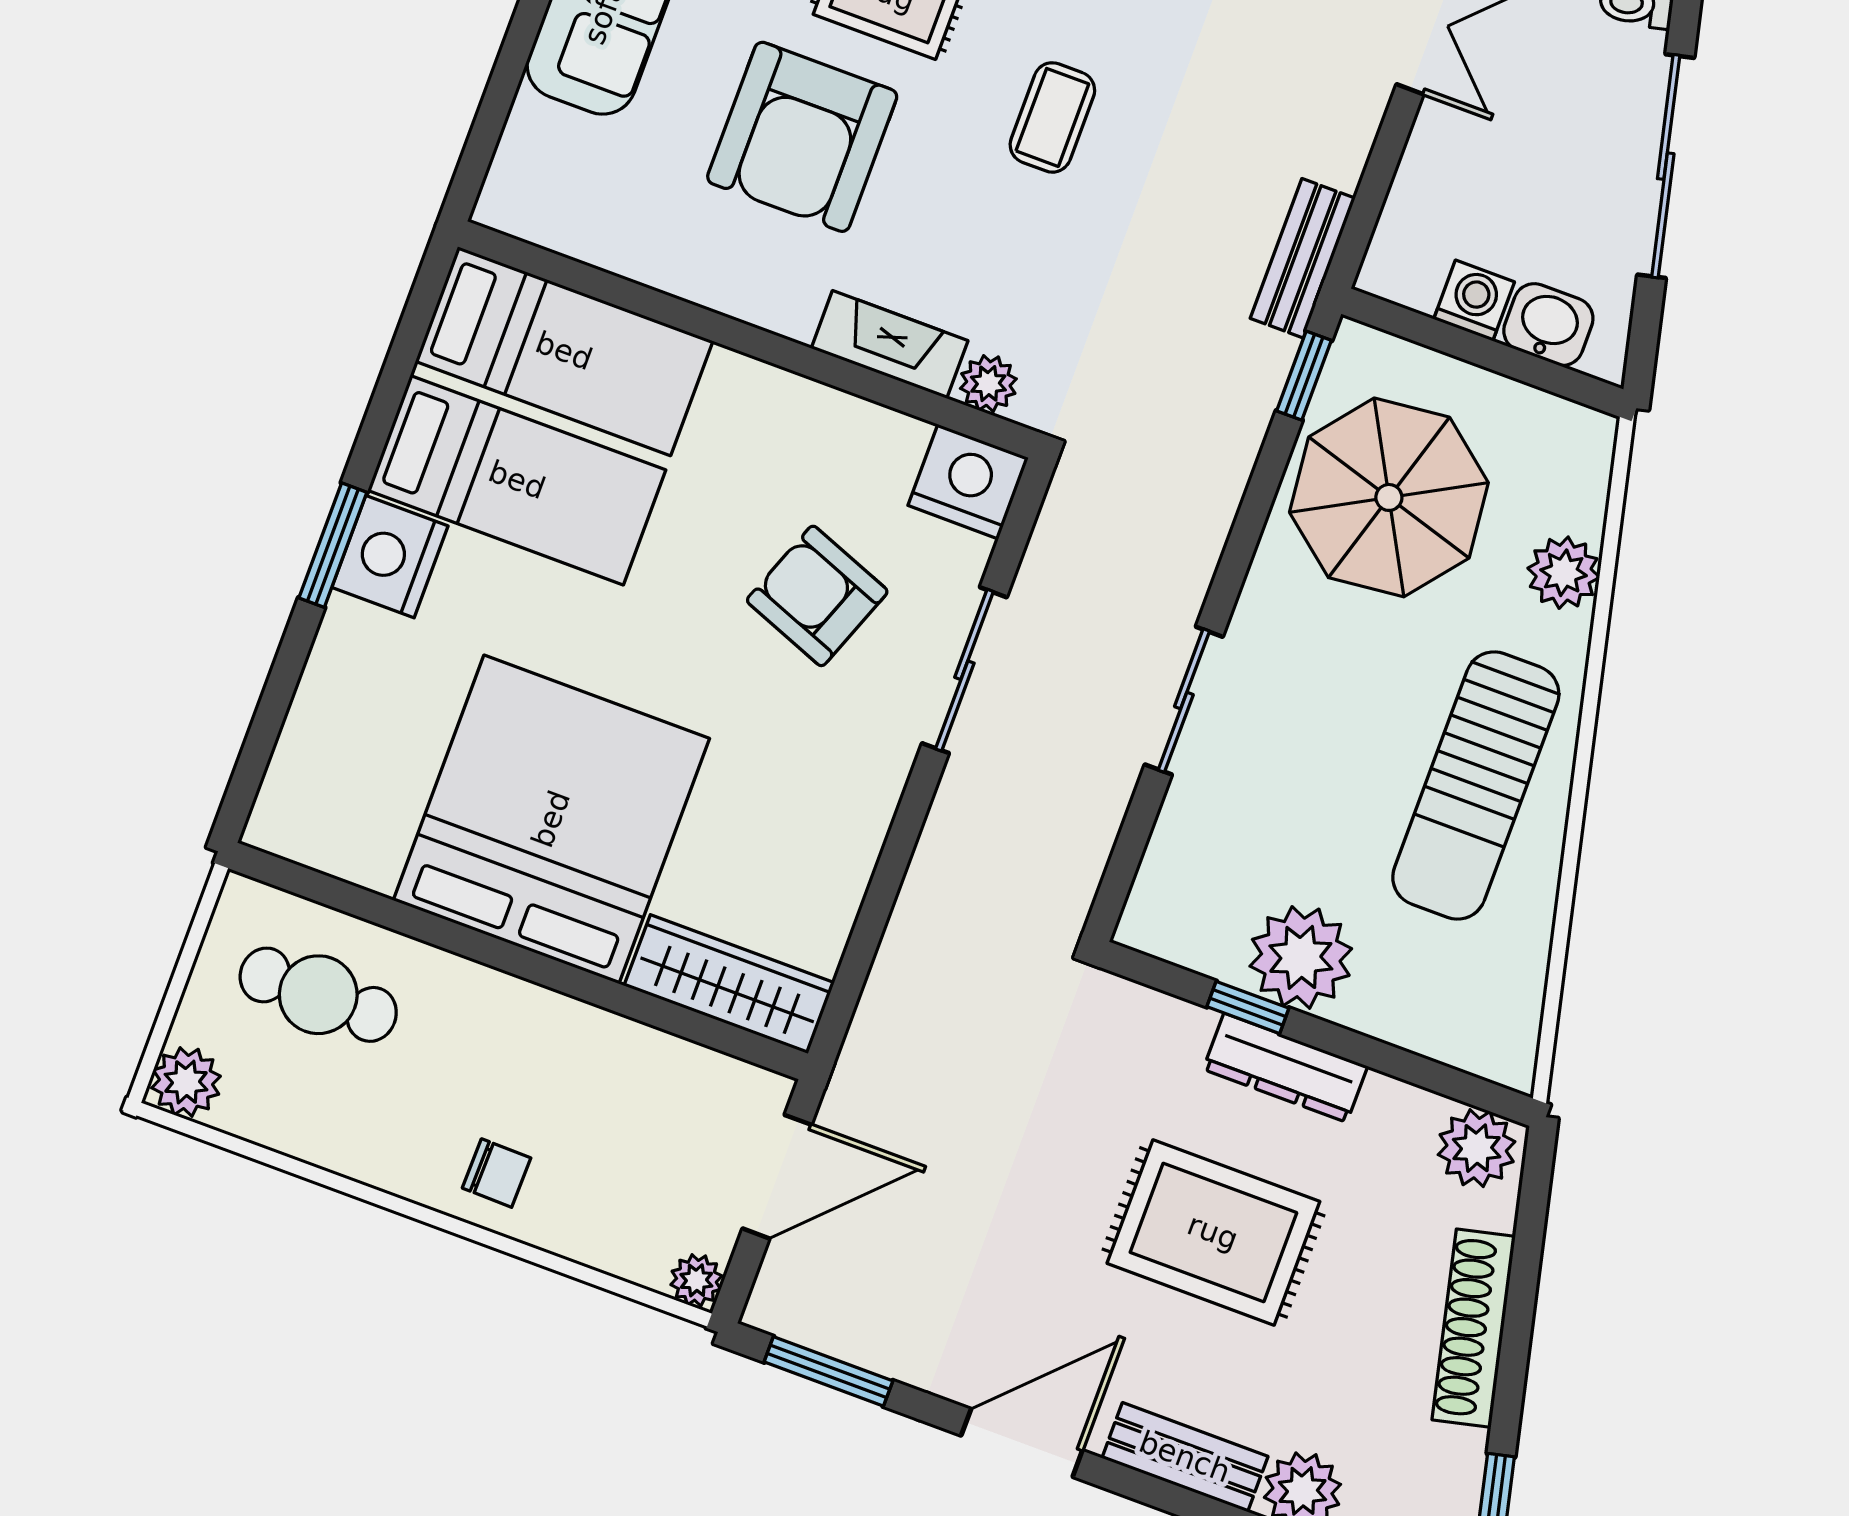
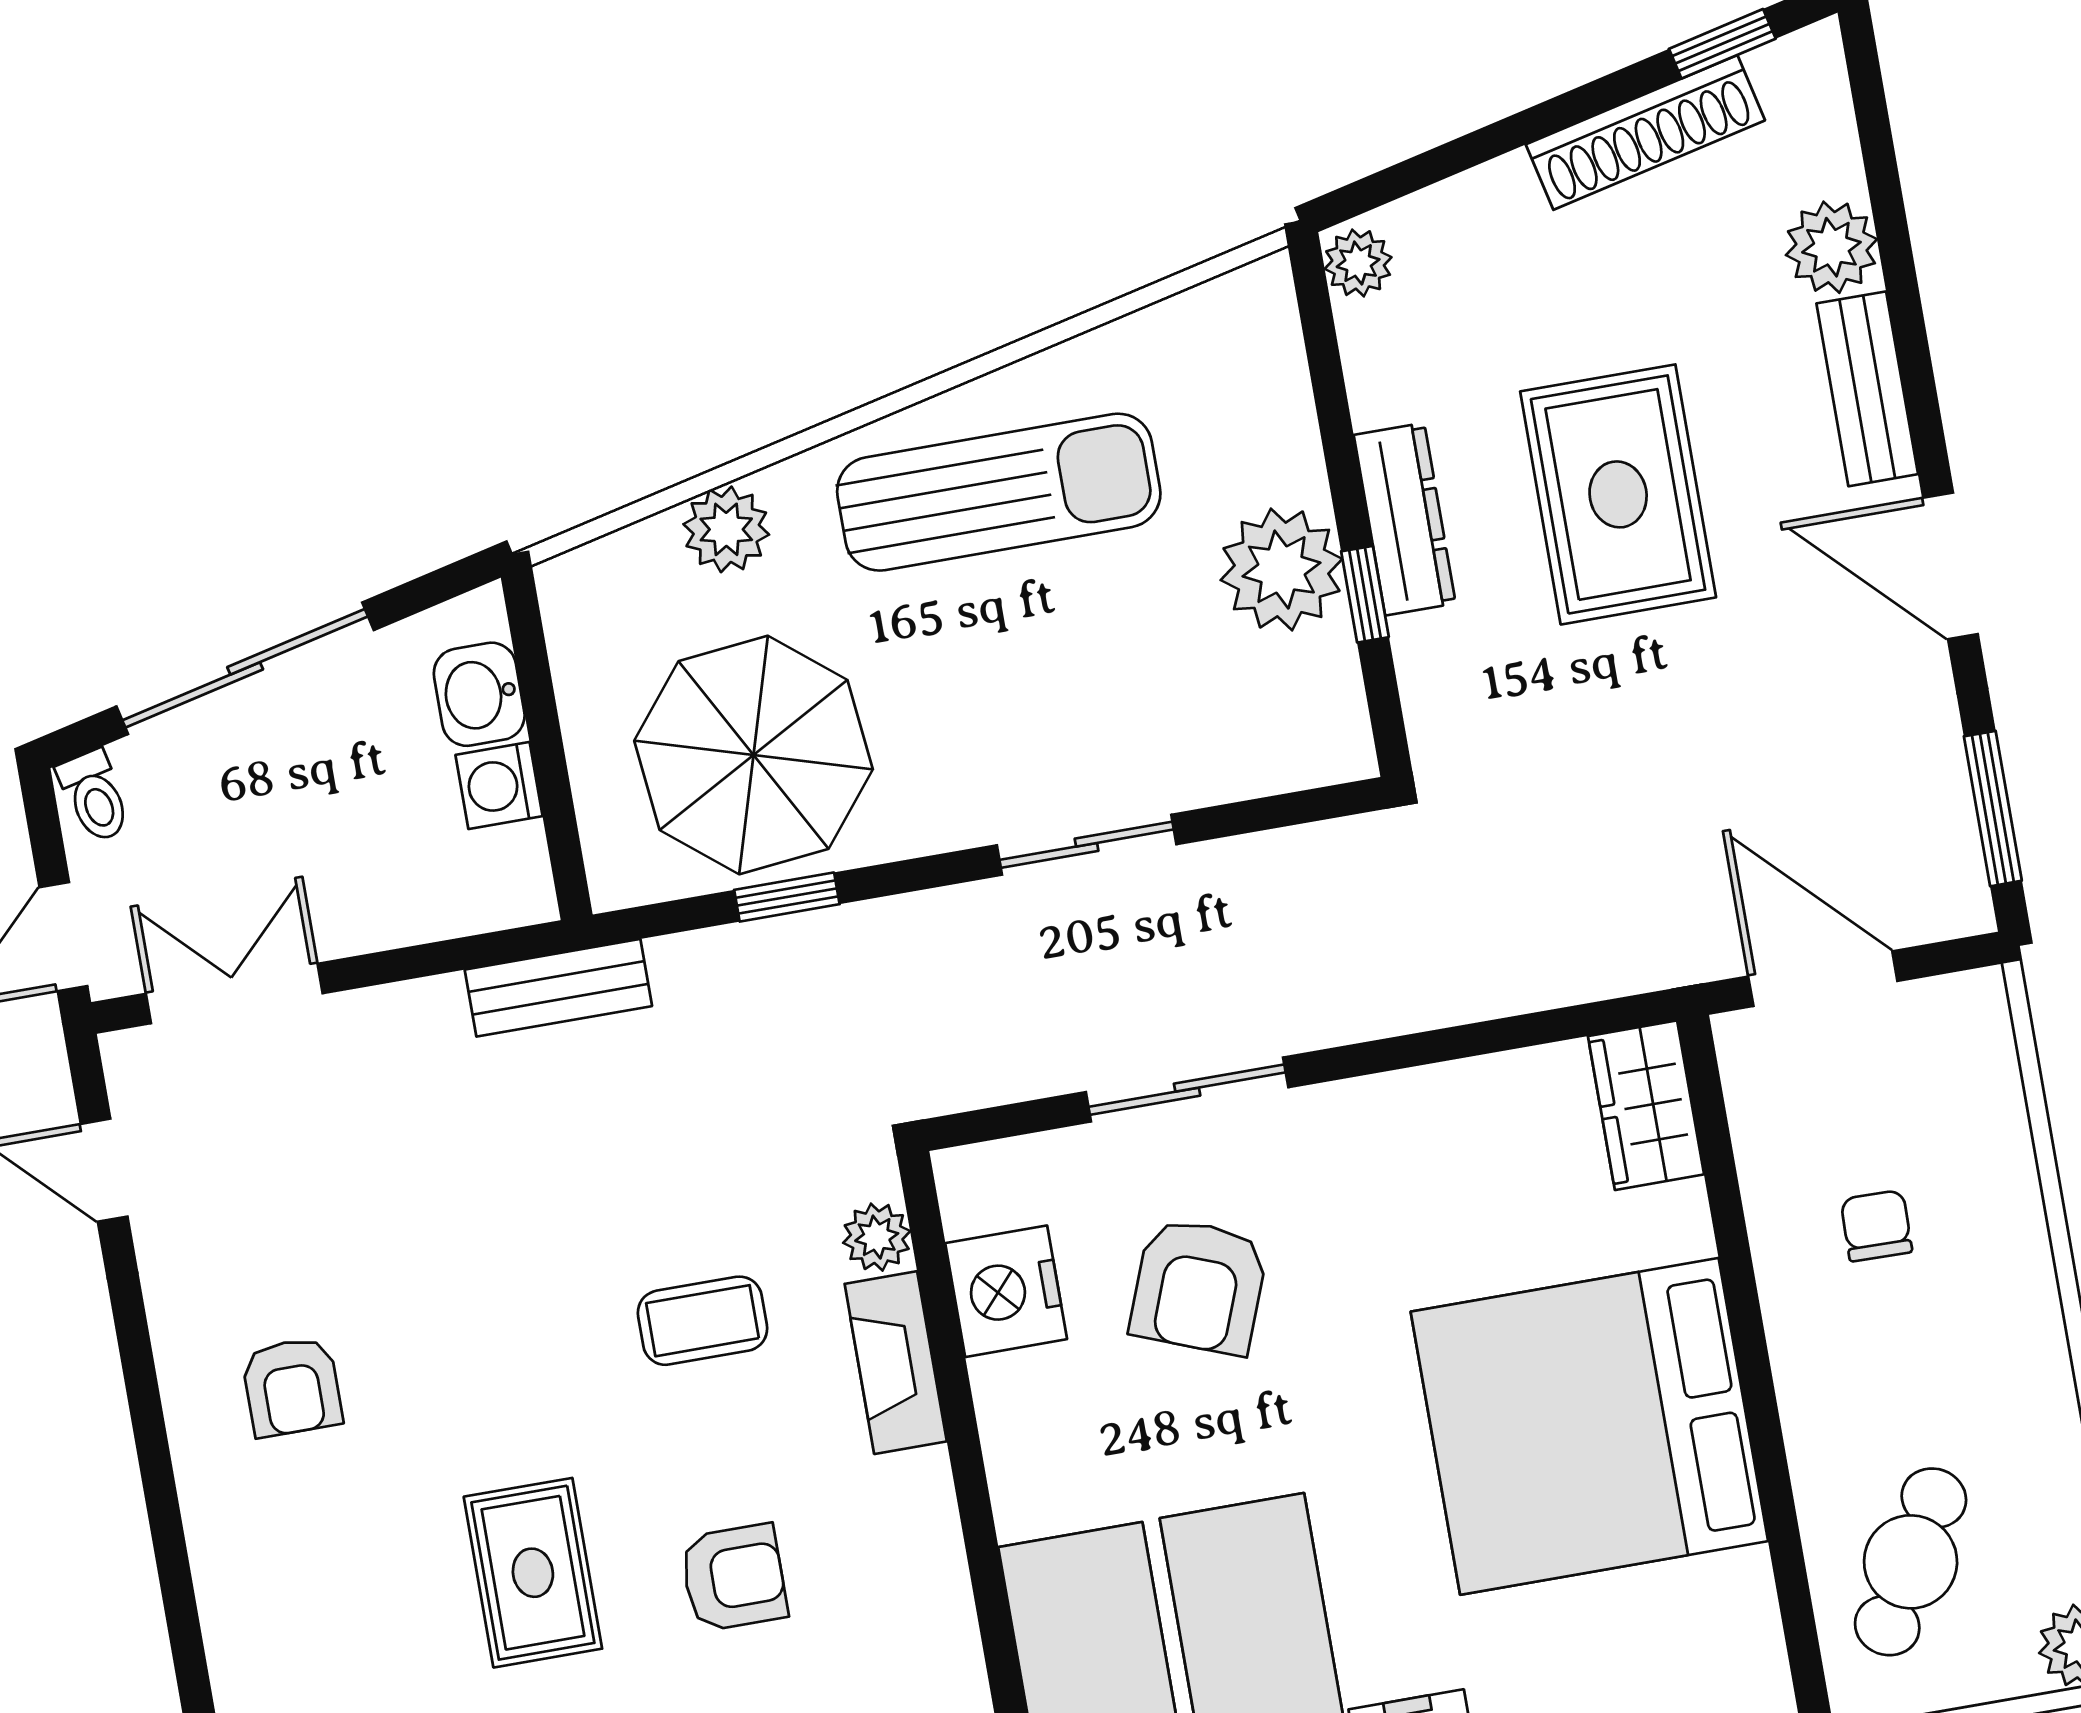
coffee table: (1052, 117) -> (702, 1321), moved
armchair: (802, 137) -> (734, 1578), width x0.53, depth x0.53
window: (1304, 376) -> (787, 897), moved
nightstand: (968, 482) -> (1006, 1291), moved
wardrobe: (729, 984) -> (1646, 1105), width x0.67
cafe table: (318, 995) -> (1911, 1562), turned 30
plant: (1477, 1148) -> (1358, 263), width x0.73, depth x0.73
chair: (497, 1173) -> (1876, 1226), moved
plant: (696, 1280) -> (1978, 1000), removed
shoe rack: (1474, 1328) -> (1645, 132), moved

